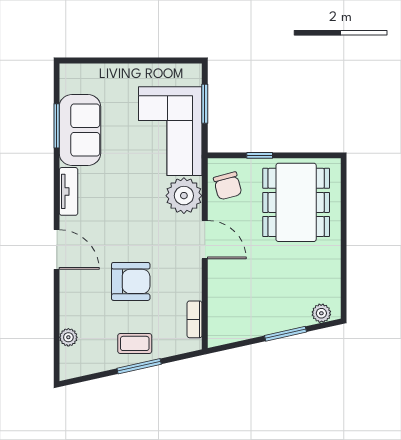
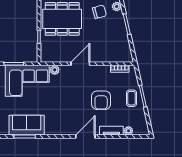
chair: (228, 186) -> (99, 12), moved
tv unit: (69, 191) -> (111, 131), moved
plant: (184, 196) -> (55, 70), width x0.53, depth x0.53
armchair: (131, 281) -> (101, 100), turned 180

